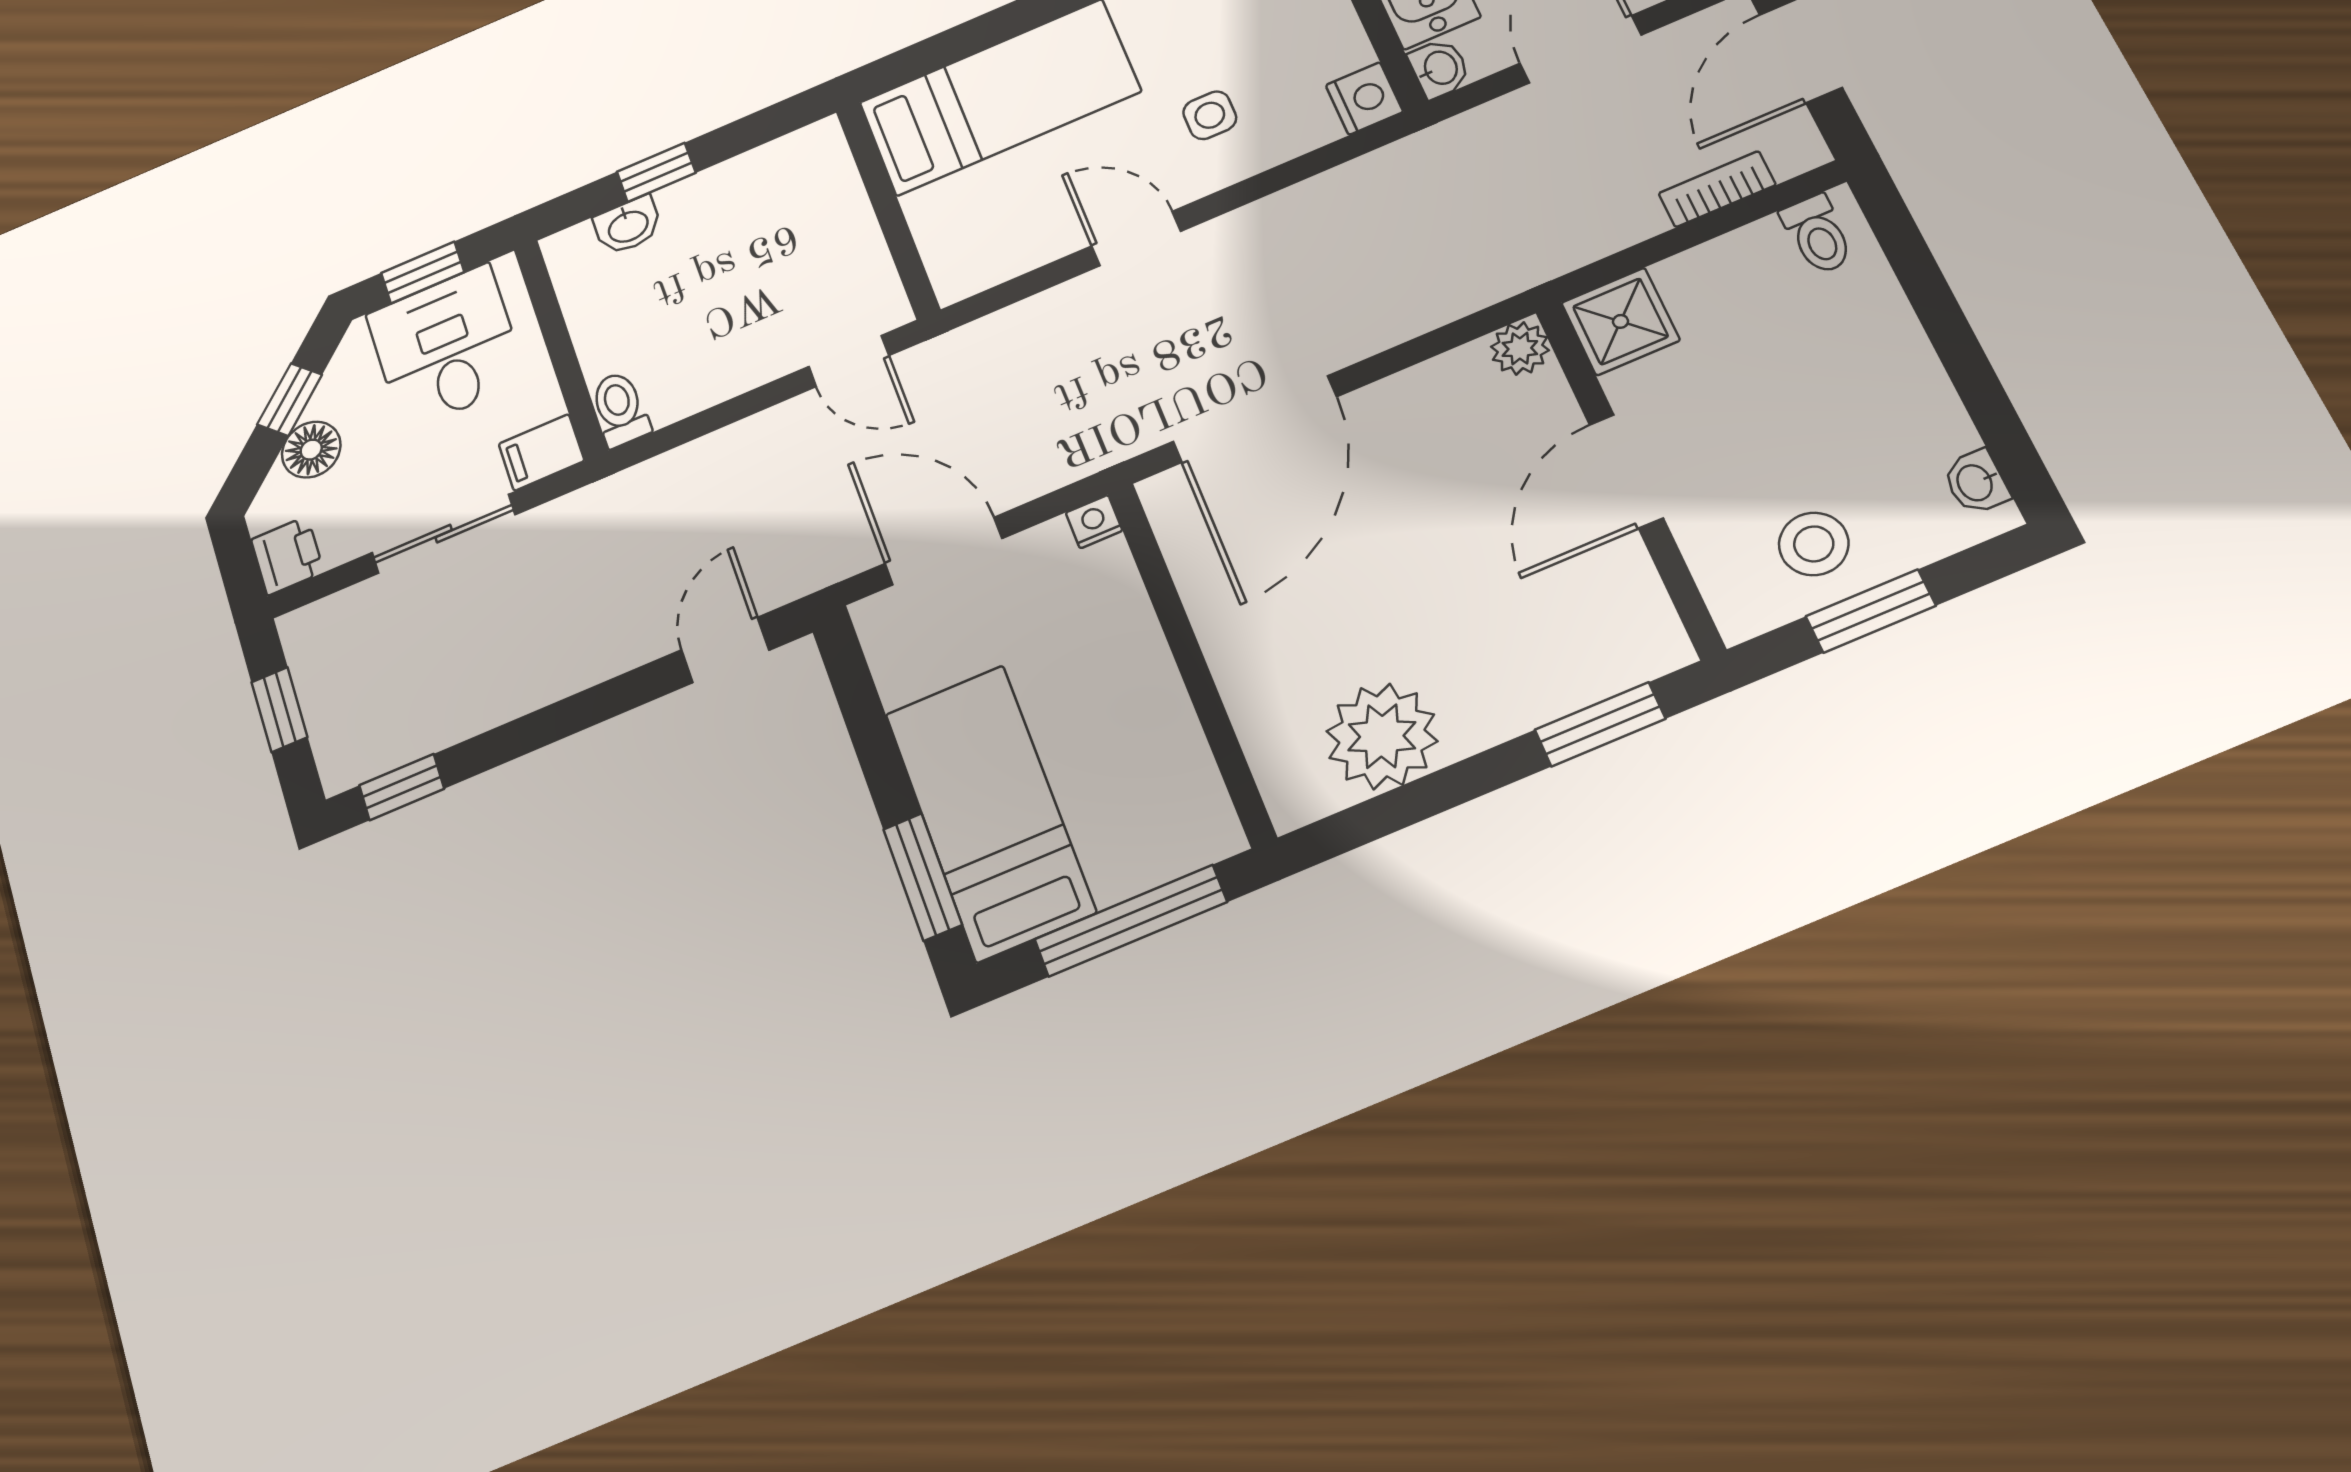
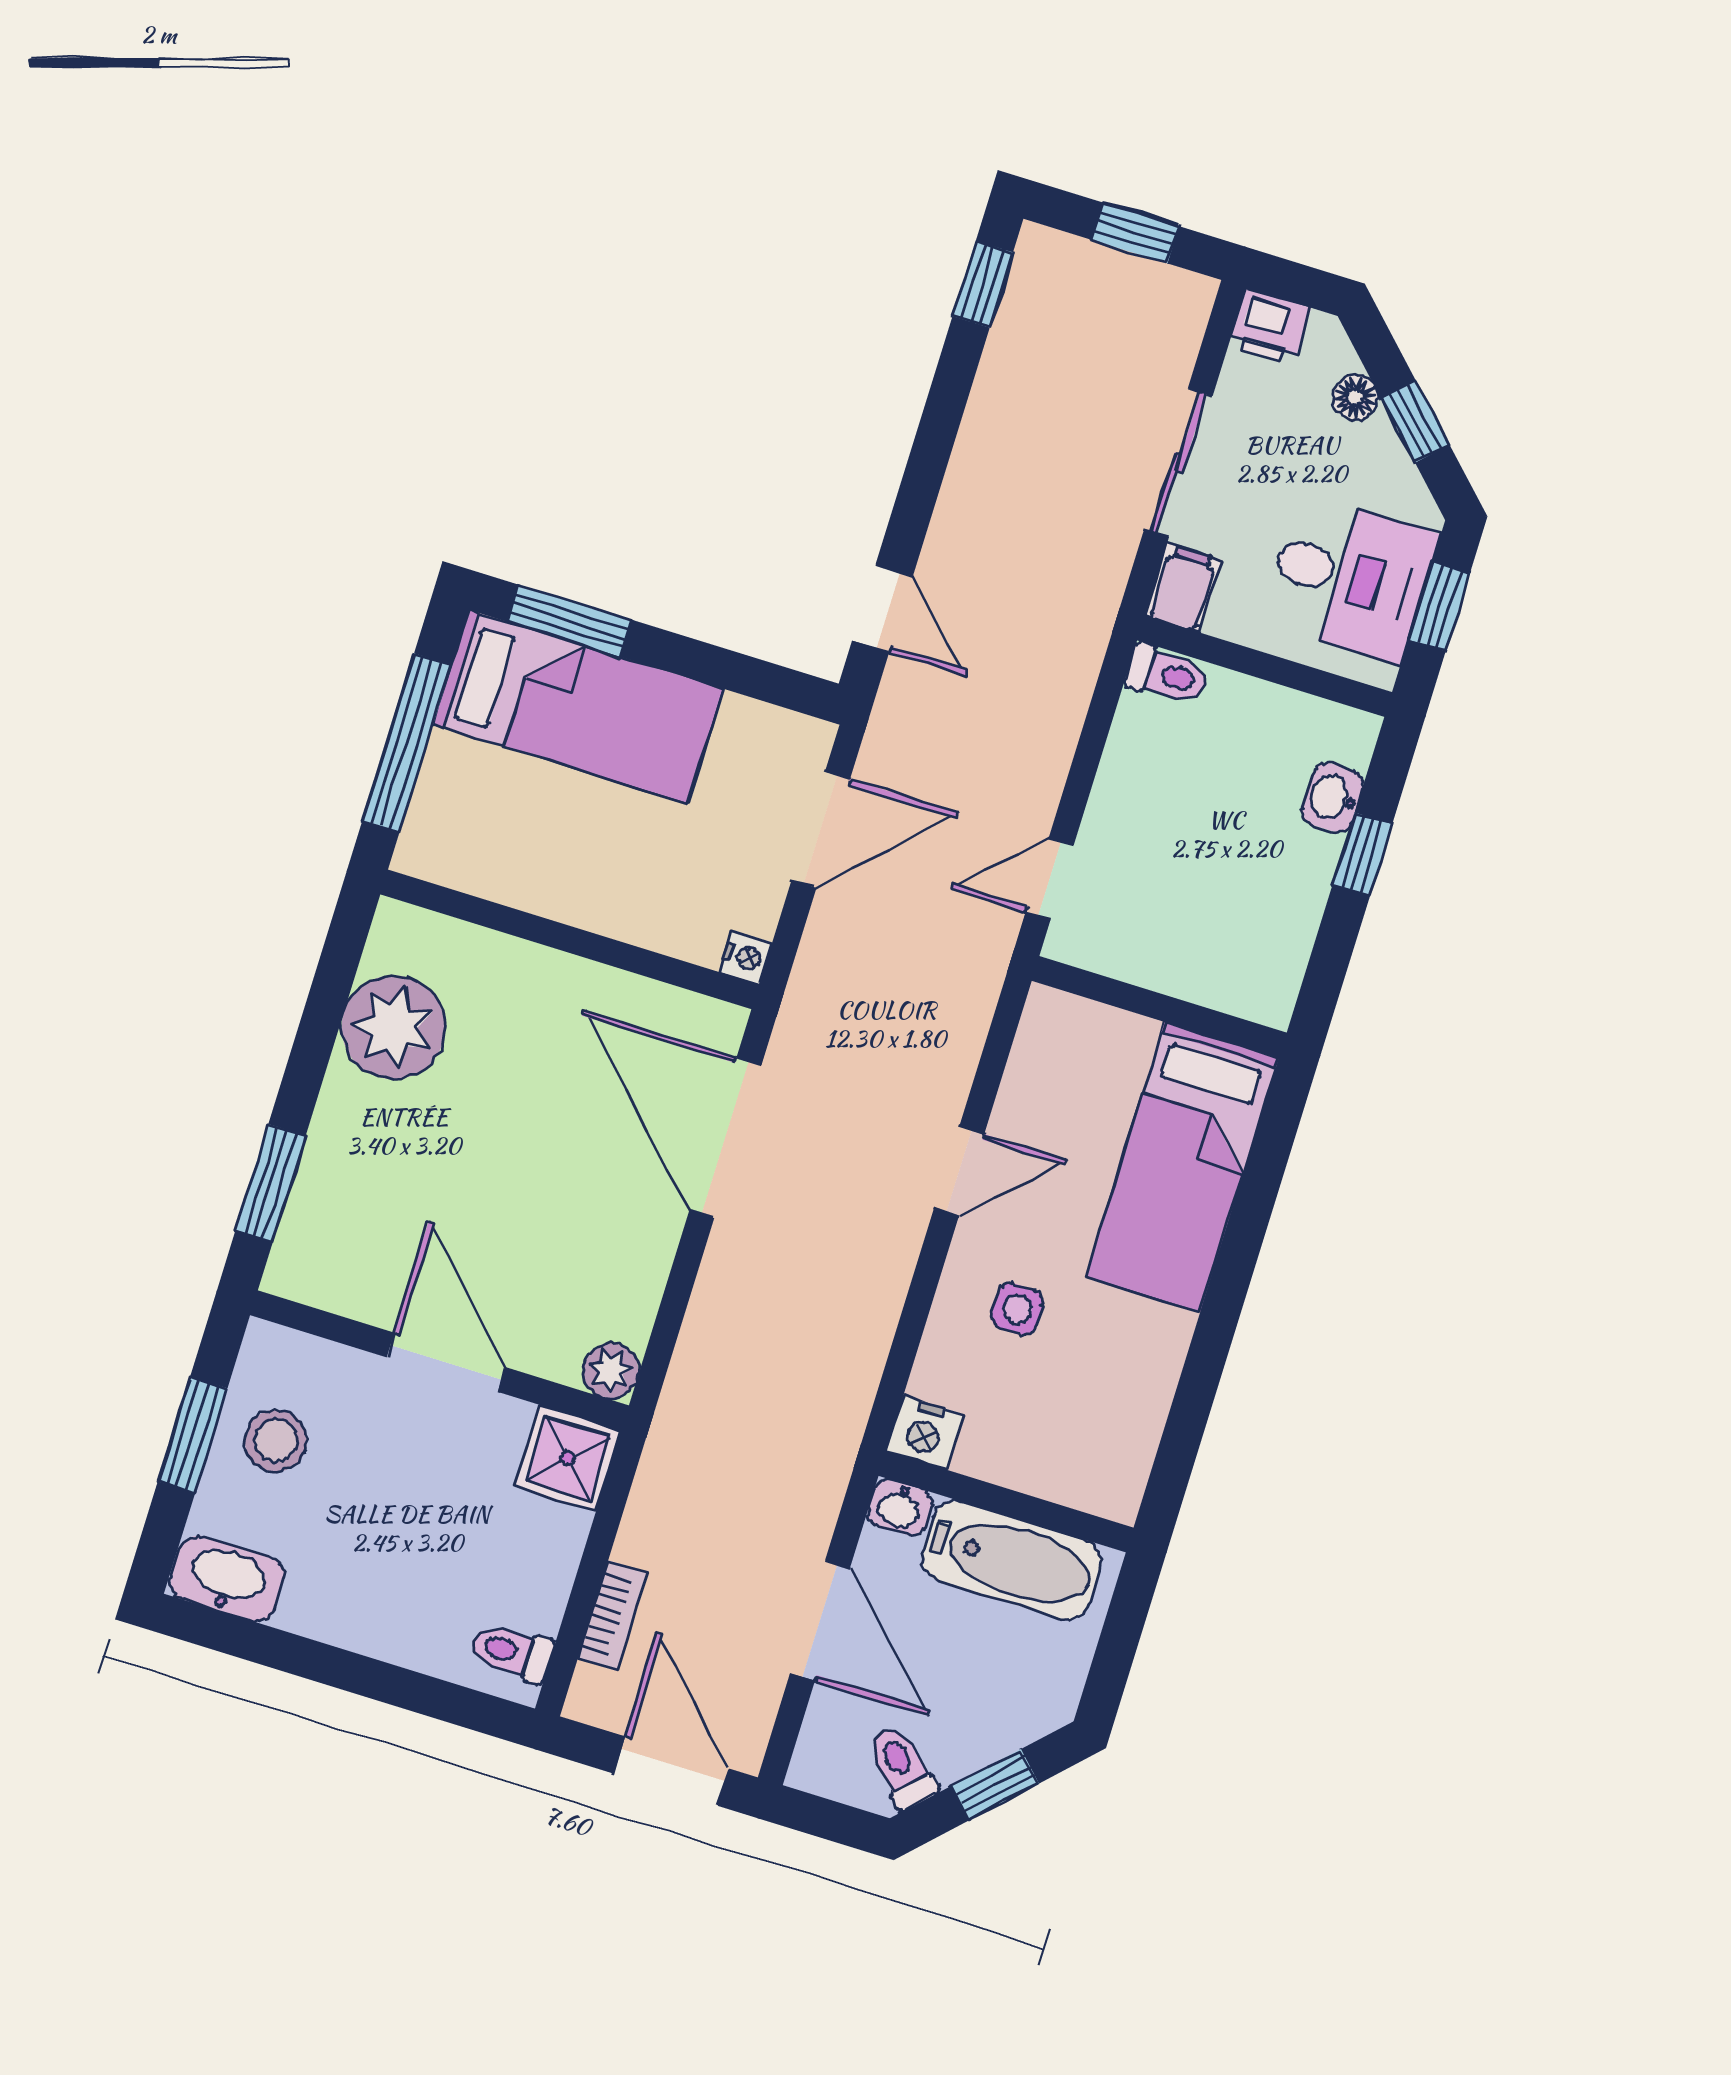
floor lamp: (311, 450) -> (1355, 397), width x0.73, depth x0.73
washbasin: (1976, 482) -> (227, 1579), width x1.91, depth x1.45

